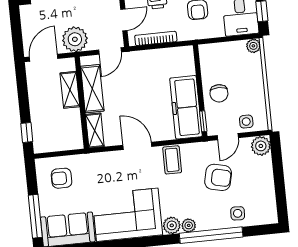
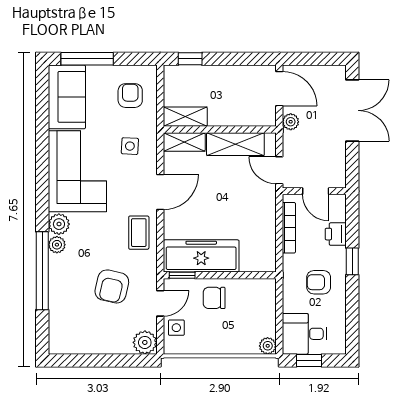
plant: (75, 39) -> (291, 122), width x0.53, depth x0.53
shelving: (70, 90) -> (185, 117), moved
door: (228, 137) -> (160, 303), swing flipped
coffee table: (172, 160) -> (139, 233), turned 90
side table: (238, 213) -> (130, 146), moved

